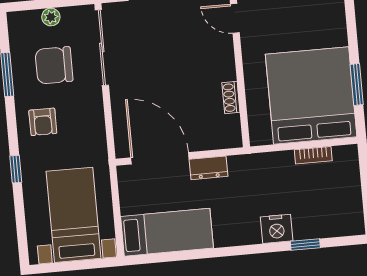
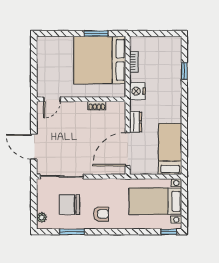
plant: (51, 17) -> (42, 217), moved
chair: (54, 65) -> (69, 205), turned 90
window: (16, 169) -> (169, 232), moved
nightstand: (277, 229) -> (137, 91), moved, turned 180

